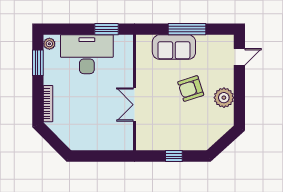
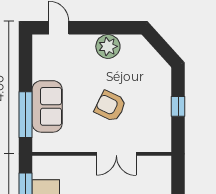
window: (187, 29) -> (26, 115), moved
armchair: (191, 89) -> (110, 106), moved, turned 134

